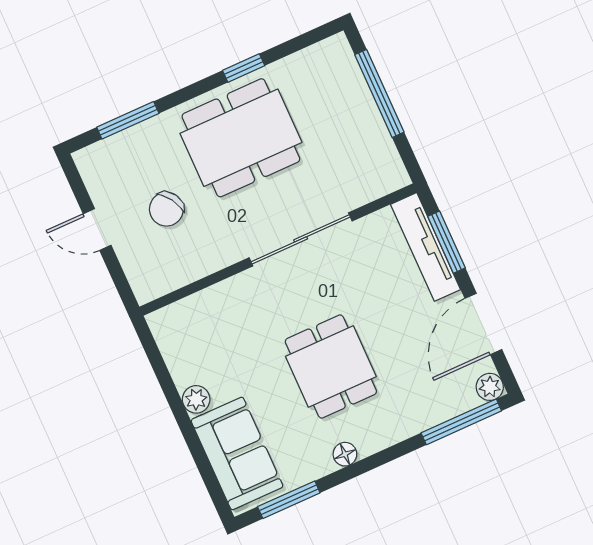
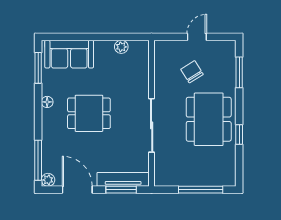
plant: (196, 399) -> (121, 47), moved

